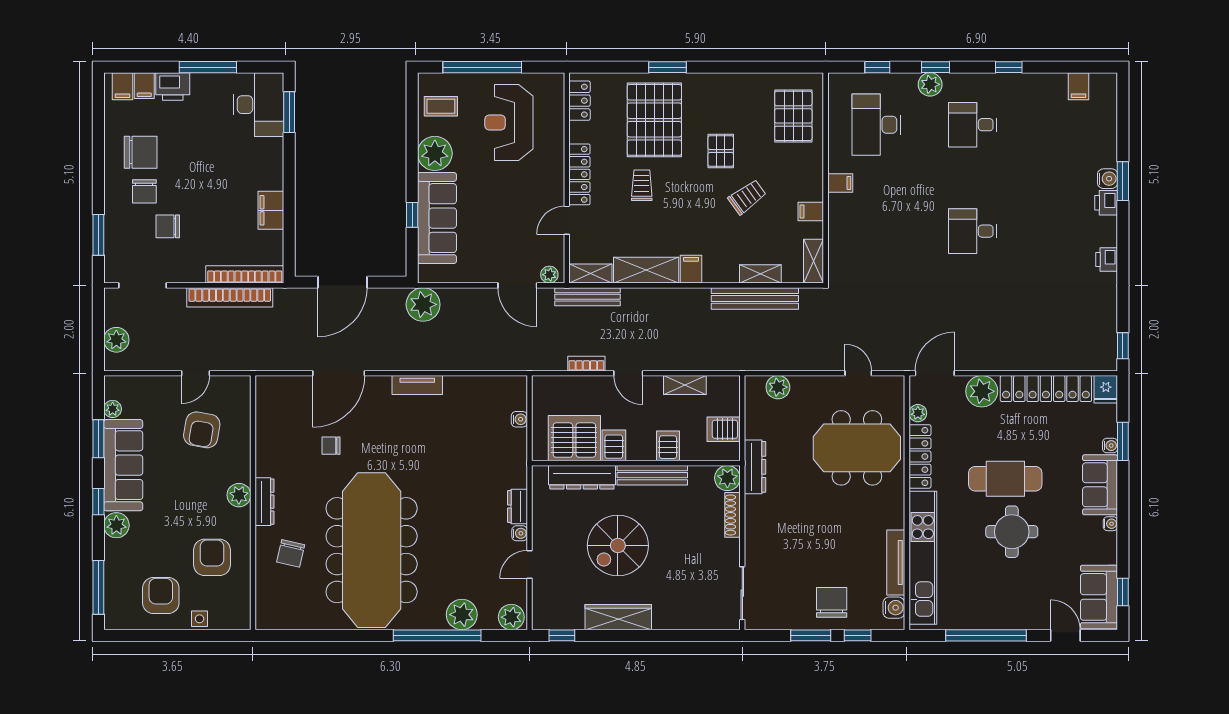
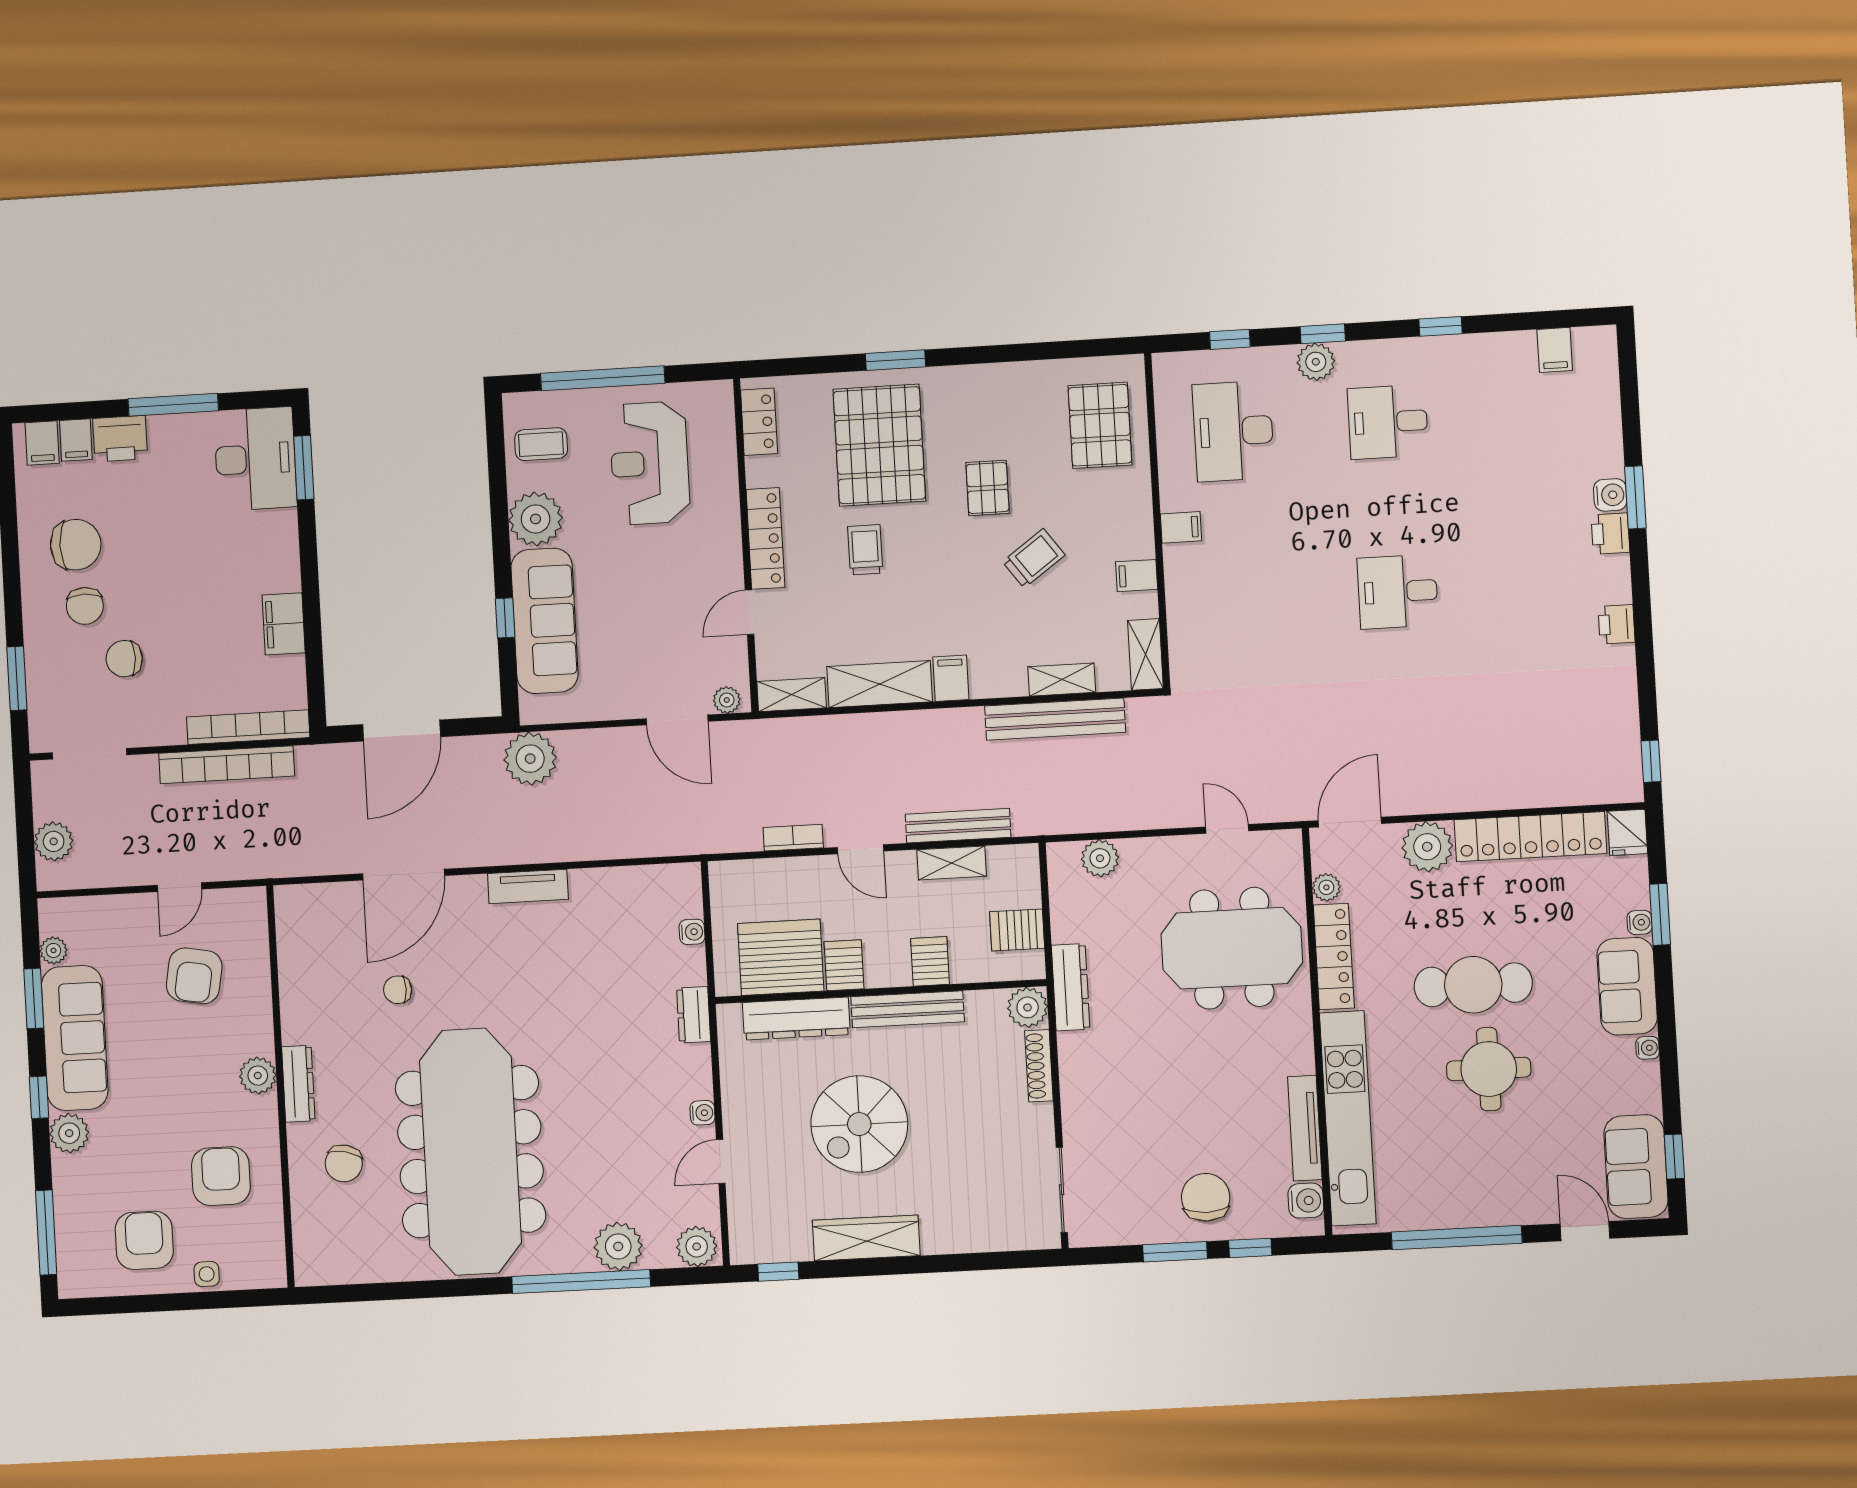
bench: (587, 297) -> (958, 826), moved
dresser: (517, 507) -> (694, 1015), moved

